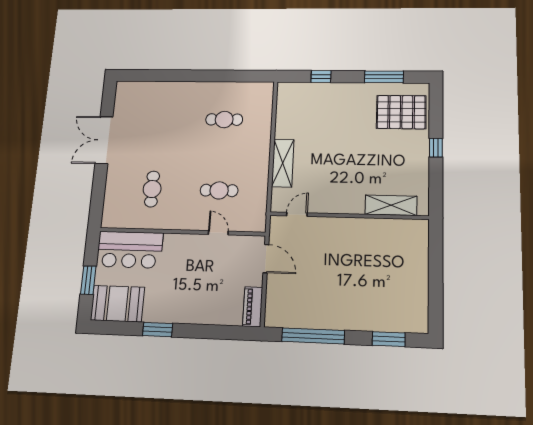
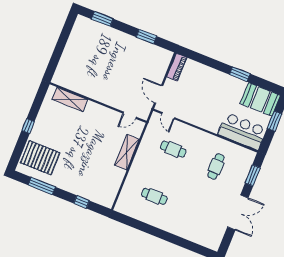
window: (98, 195) -> (253, 175), added
door: (218, 233) -> (168, 116), moved
window: (313, 336) -> (146, 37), width x0.47

